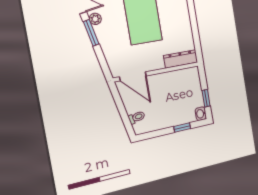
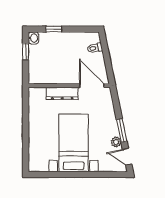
dresser: (181, 59) -> (62, 93), moved

